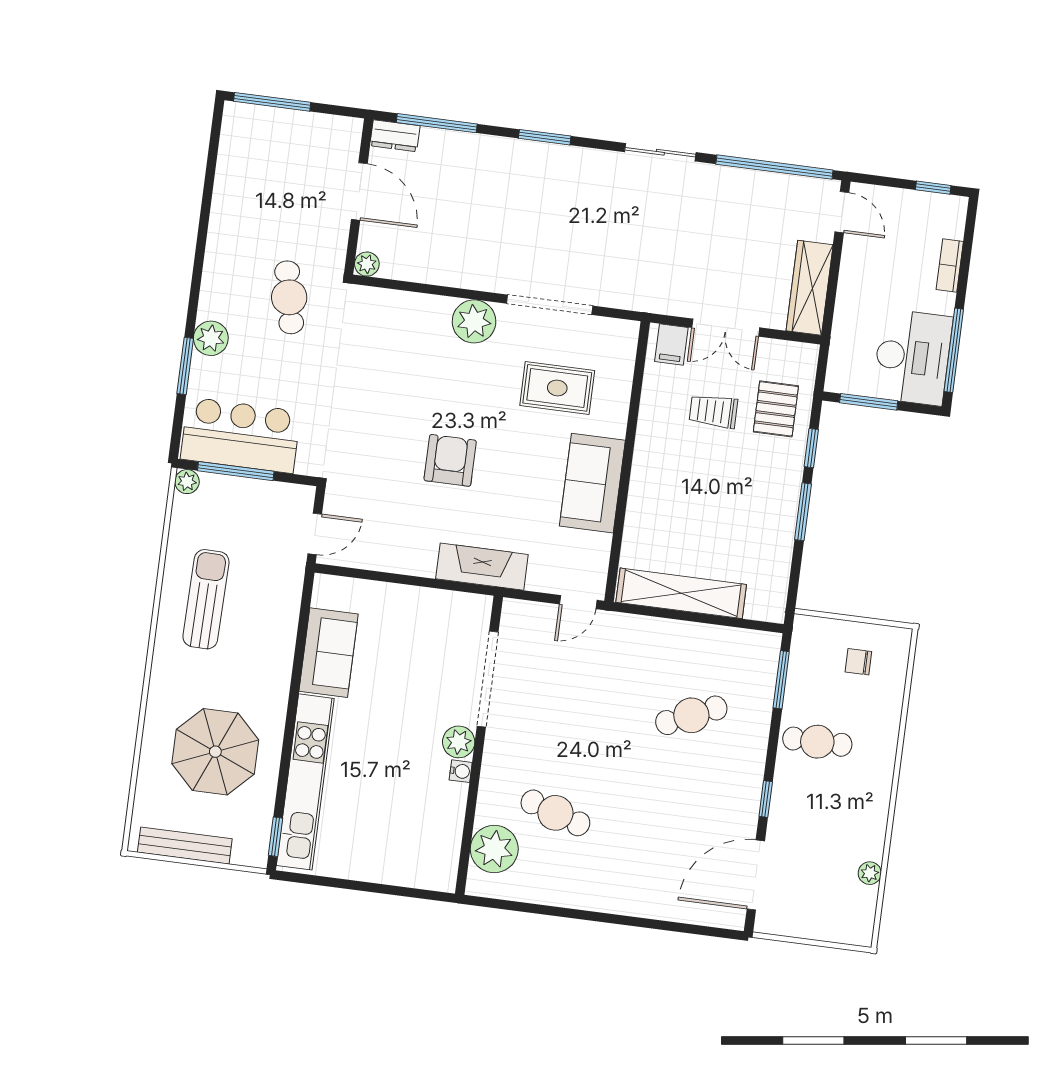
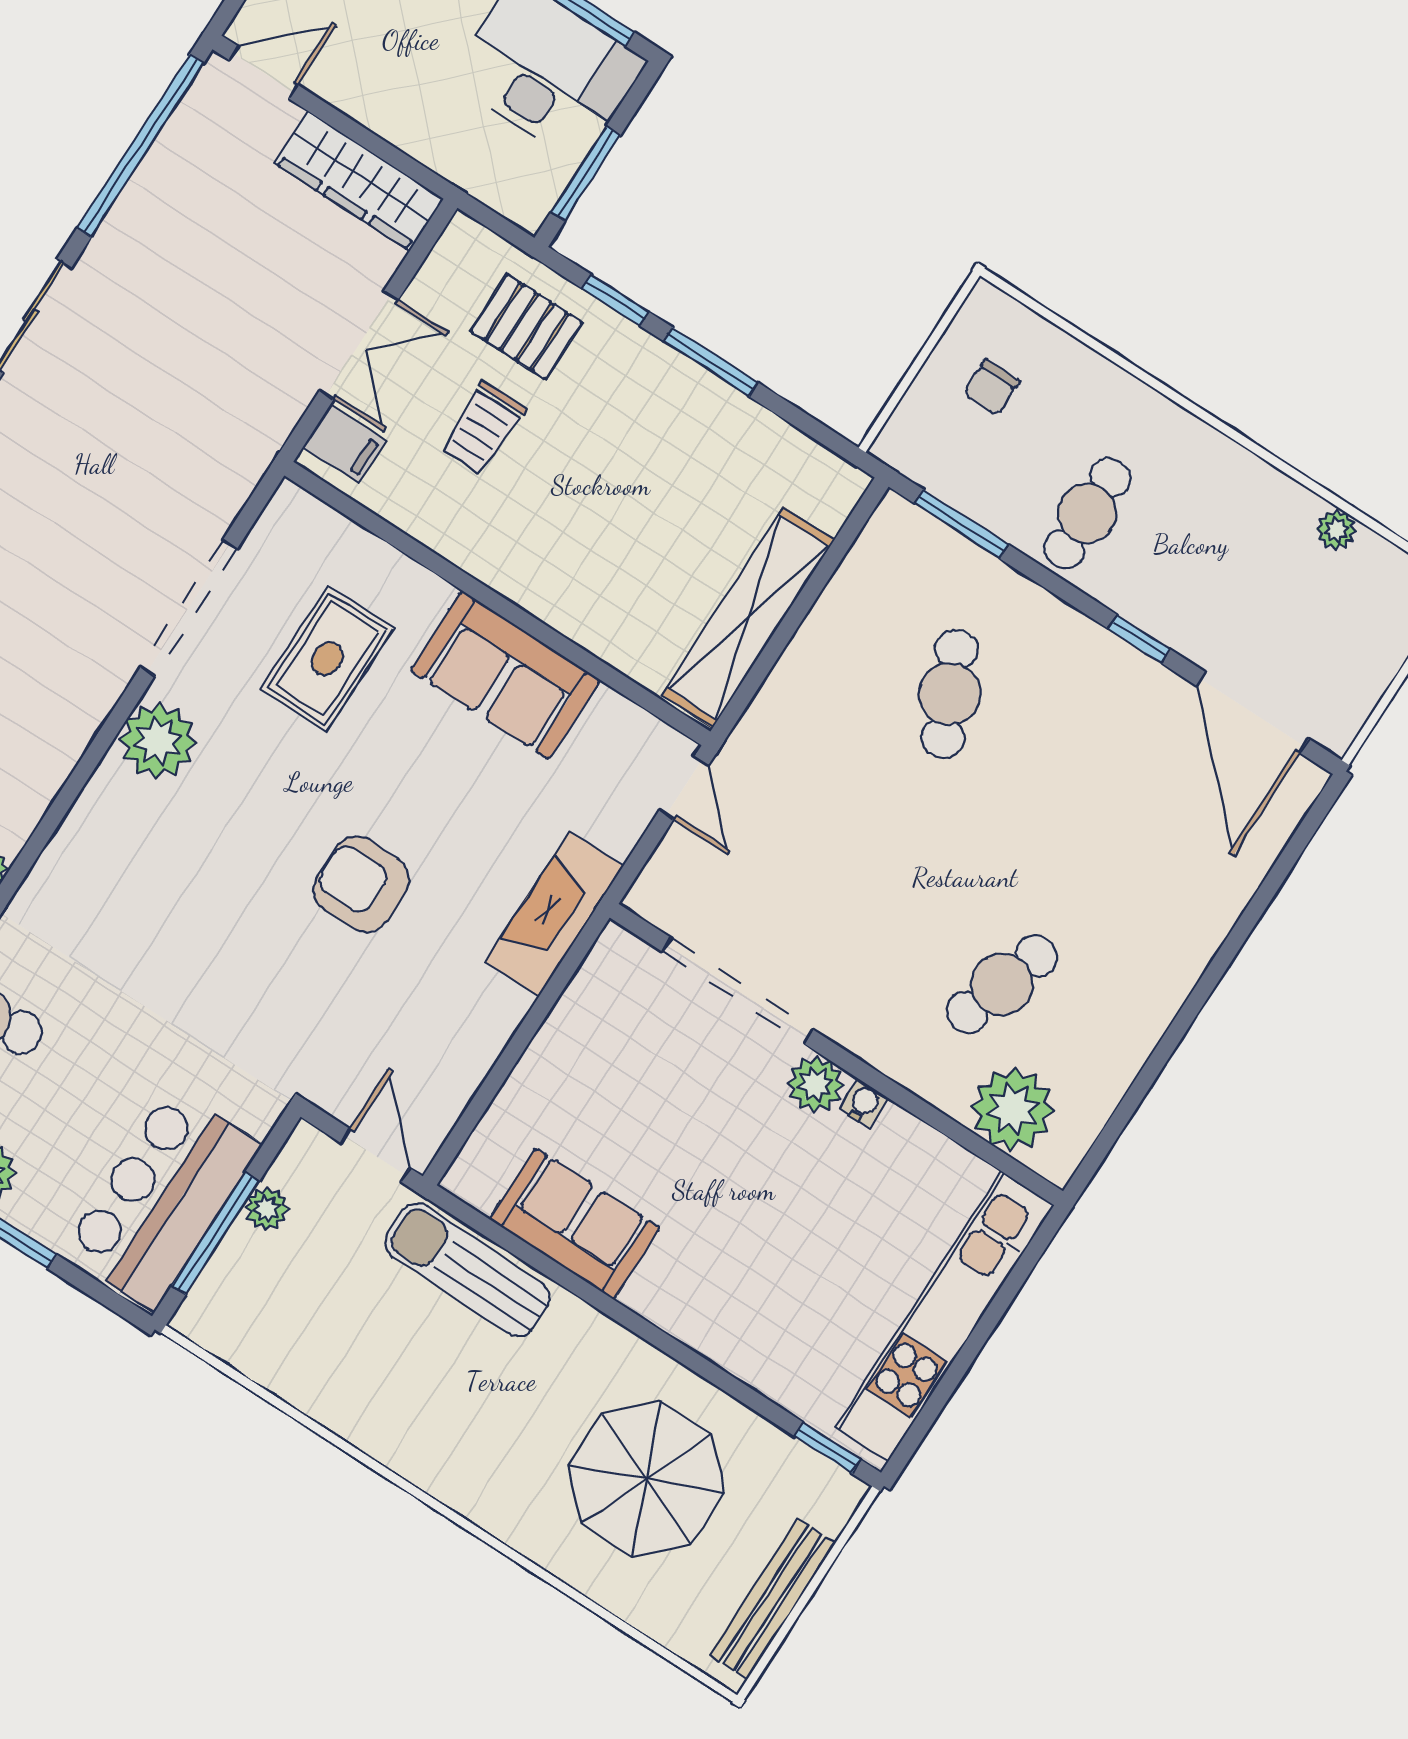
plant: (187, 482) -> (267, 1209), moved
sun lounger: (206, 599) -> (468, 1270), moved
kitchen unit: (305, 782) -> (945, 1316), moved, turned -90

